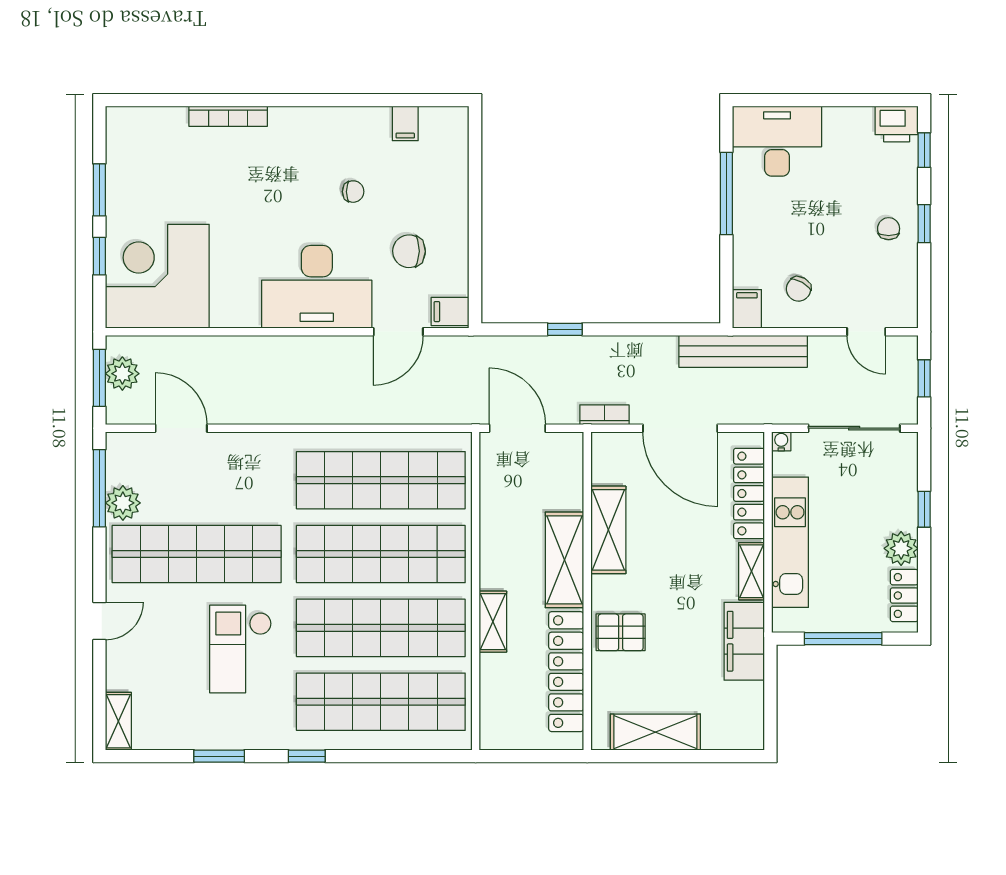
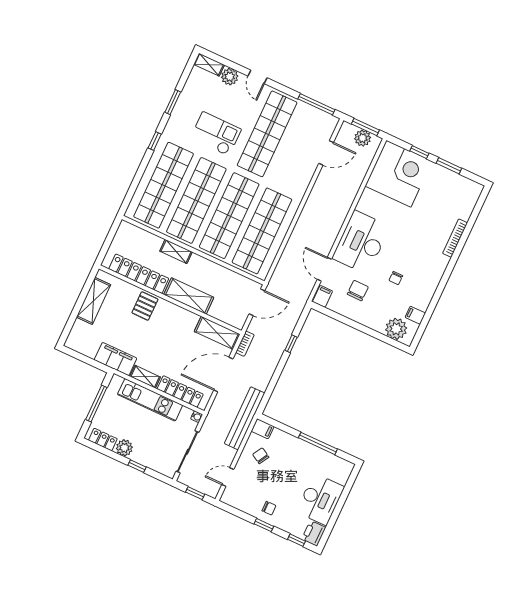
desk: (777, 141) -> (320, 499), moved
plant: (447, 147) -> (396, 329), added
plant: (123, 503) -> (230, 77), moved
shelving: (608, 530) -> (217, 333), moved

